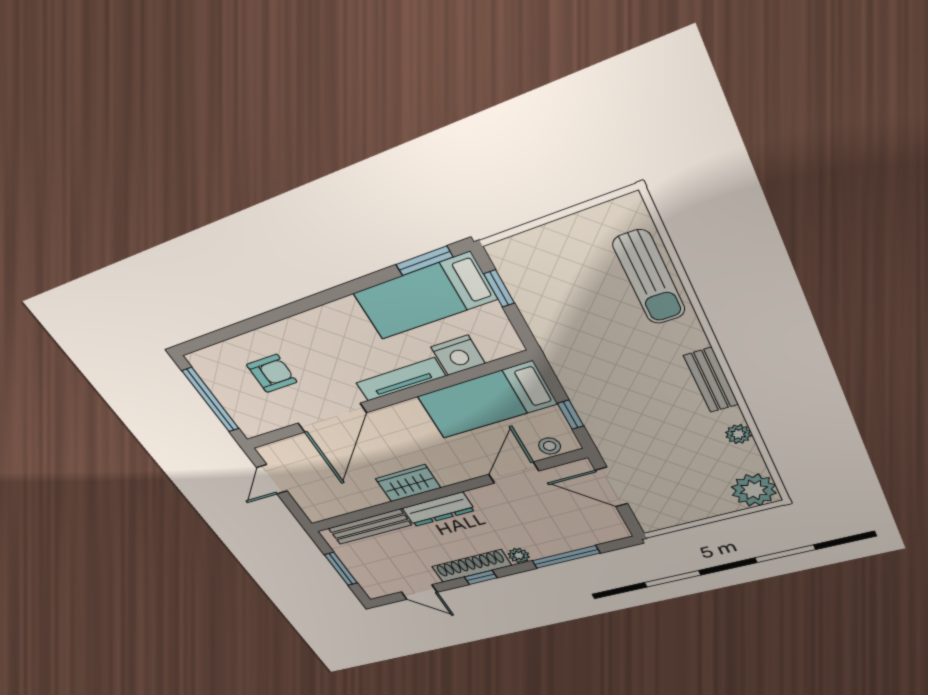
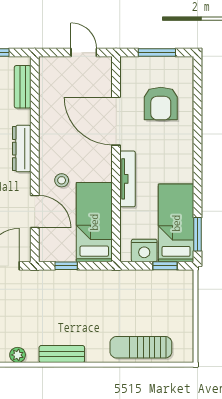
nightstand: (458, 355) -> (144, 250), moved, turned -90
armchair: (272, 373) -> (161, 103), width x1.38, depth x1.38
window: (211, 400) -> (157, 53), width x0.69
stool: (550, 446) -> (62, 180), moved
wardrobe: (408, 483) -> (50, 140), removed
bench: (370, 527) -> (23, 87), width x0.73

